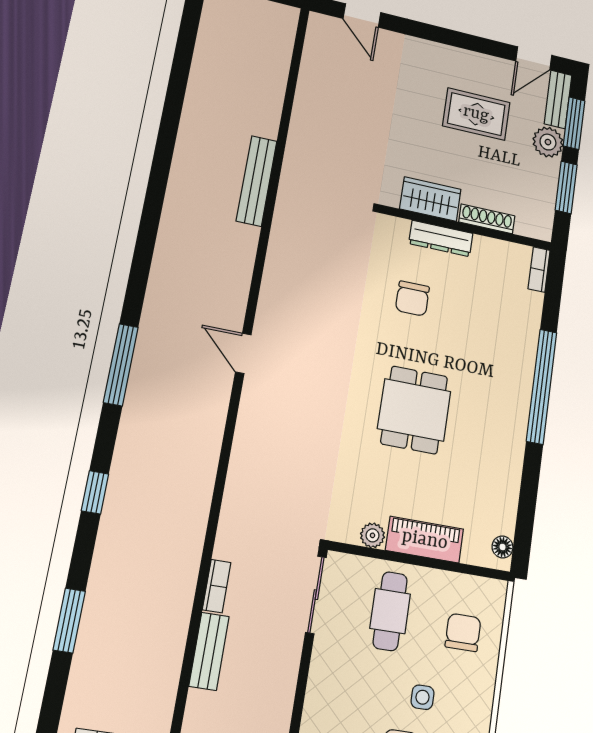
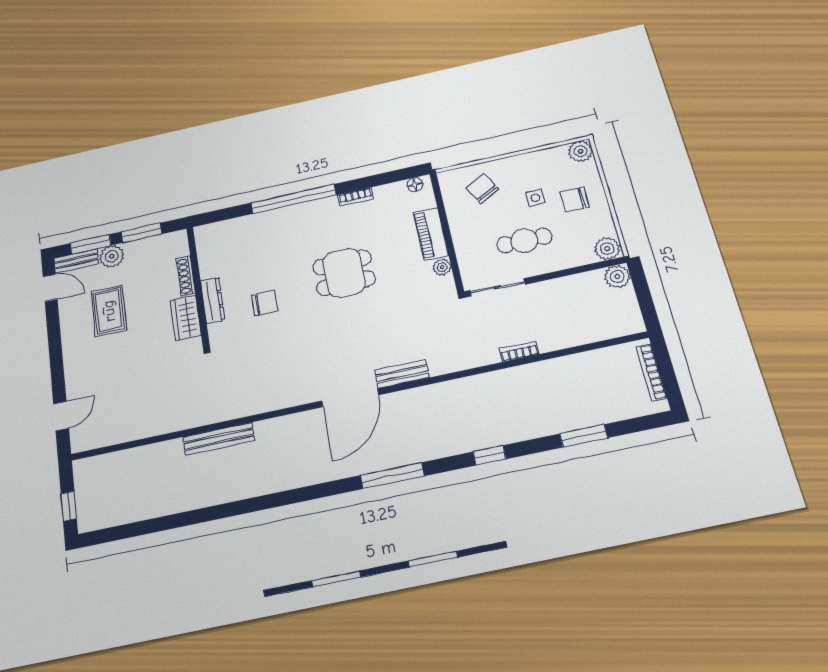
bookcase: (539, 270) -> (356, 197), moved
door: (243, 353) -> (350, 398), width x1.88
cafe table: (390, 611) -> (524, 241), moved
chair: (463, 632) -> (482, 188), turned 63
bench: (209, 651) -> (402, 374), moved

